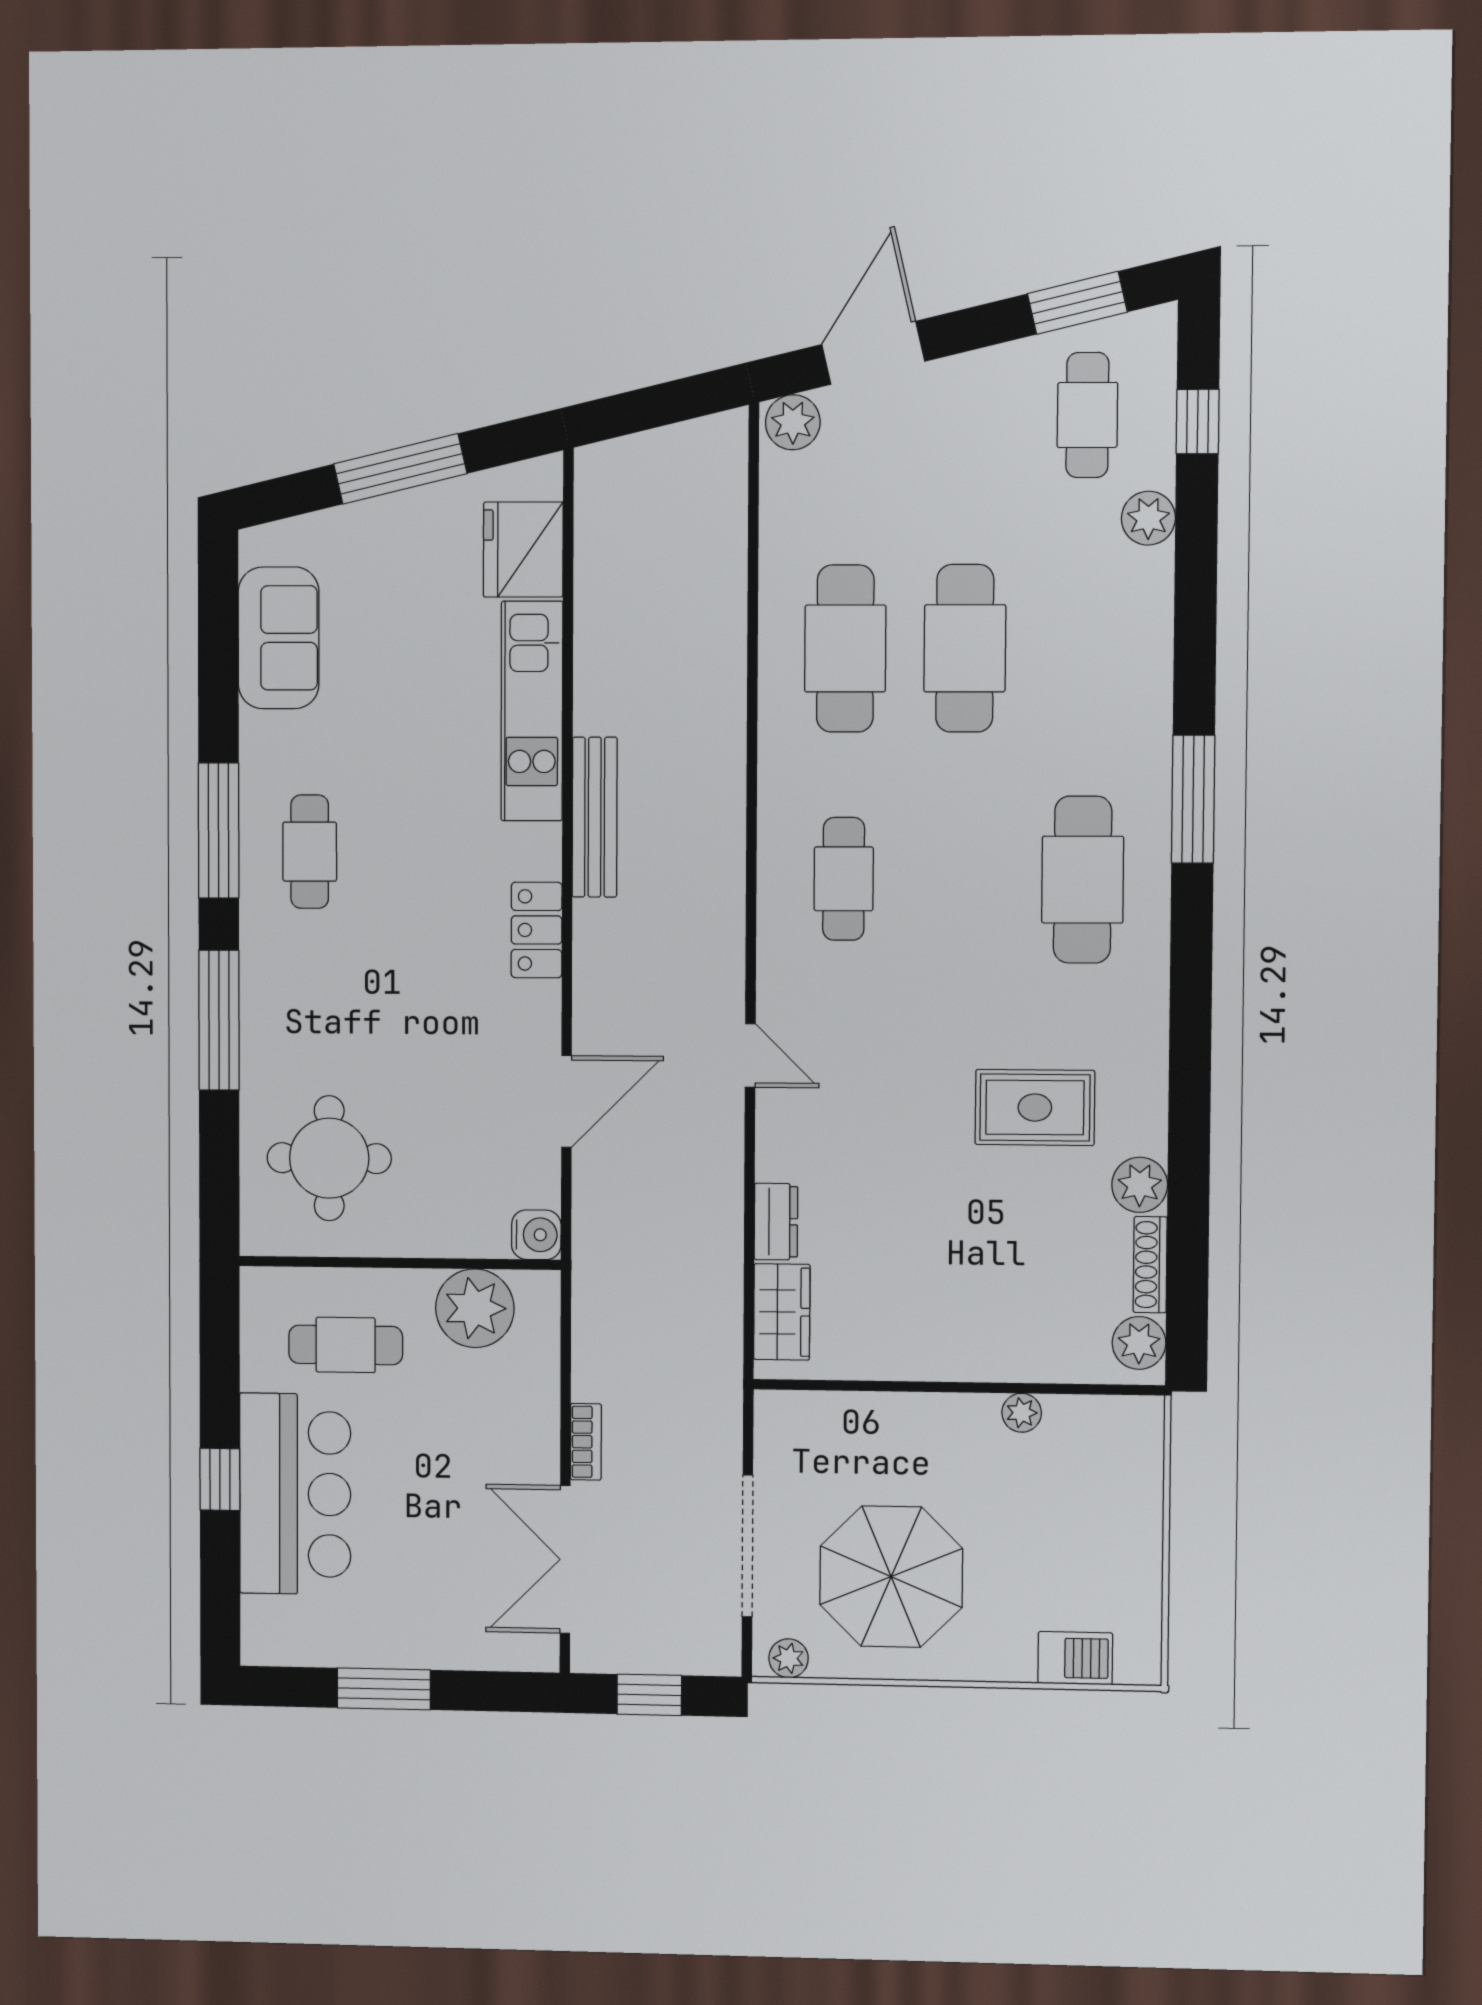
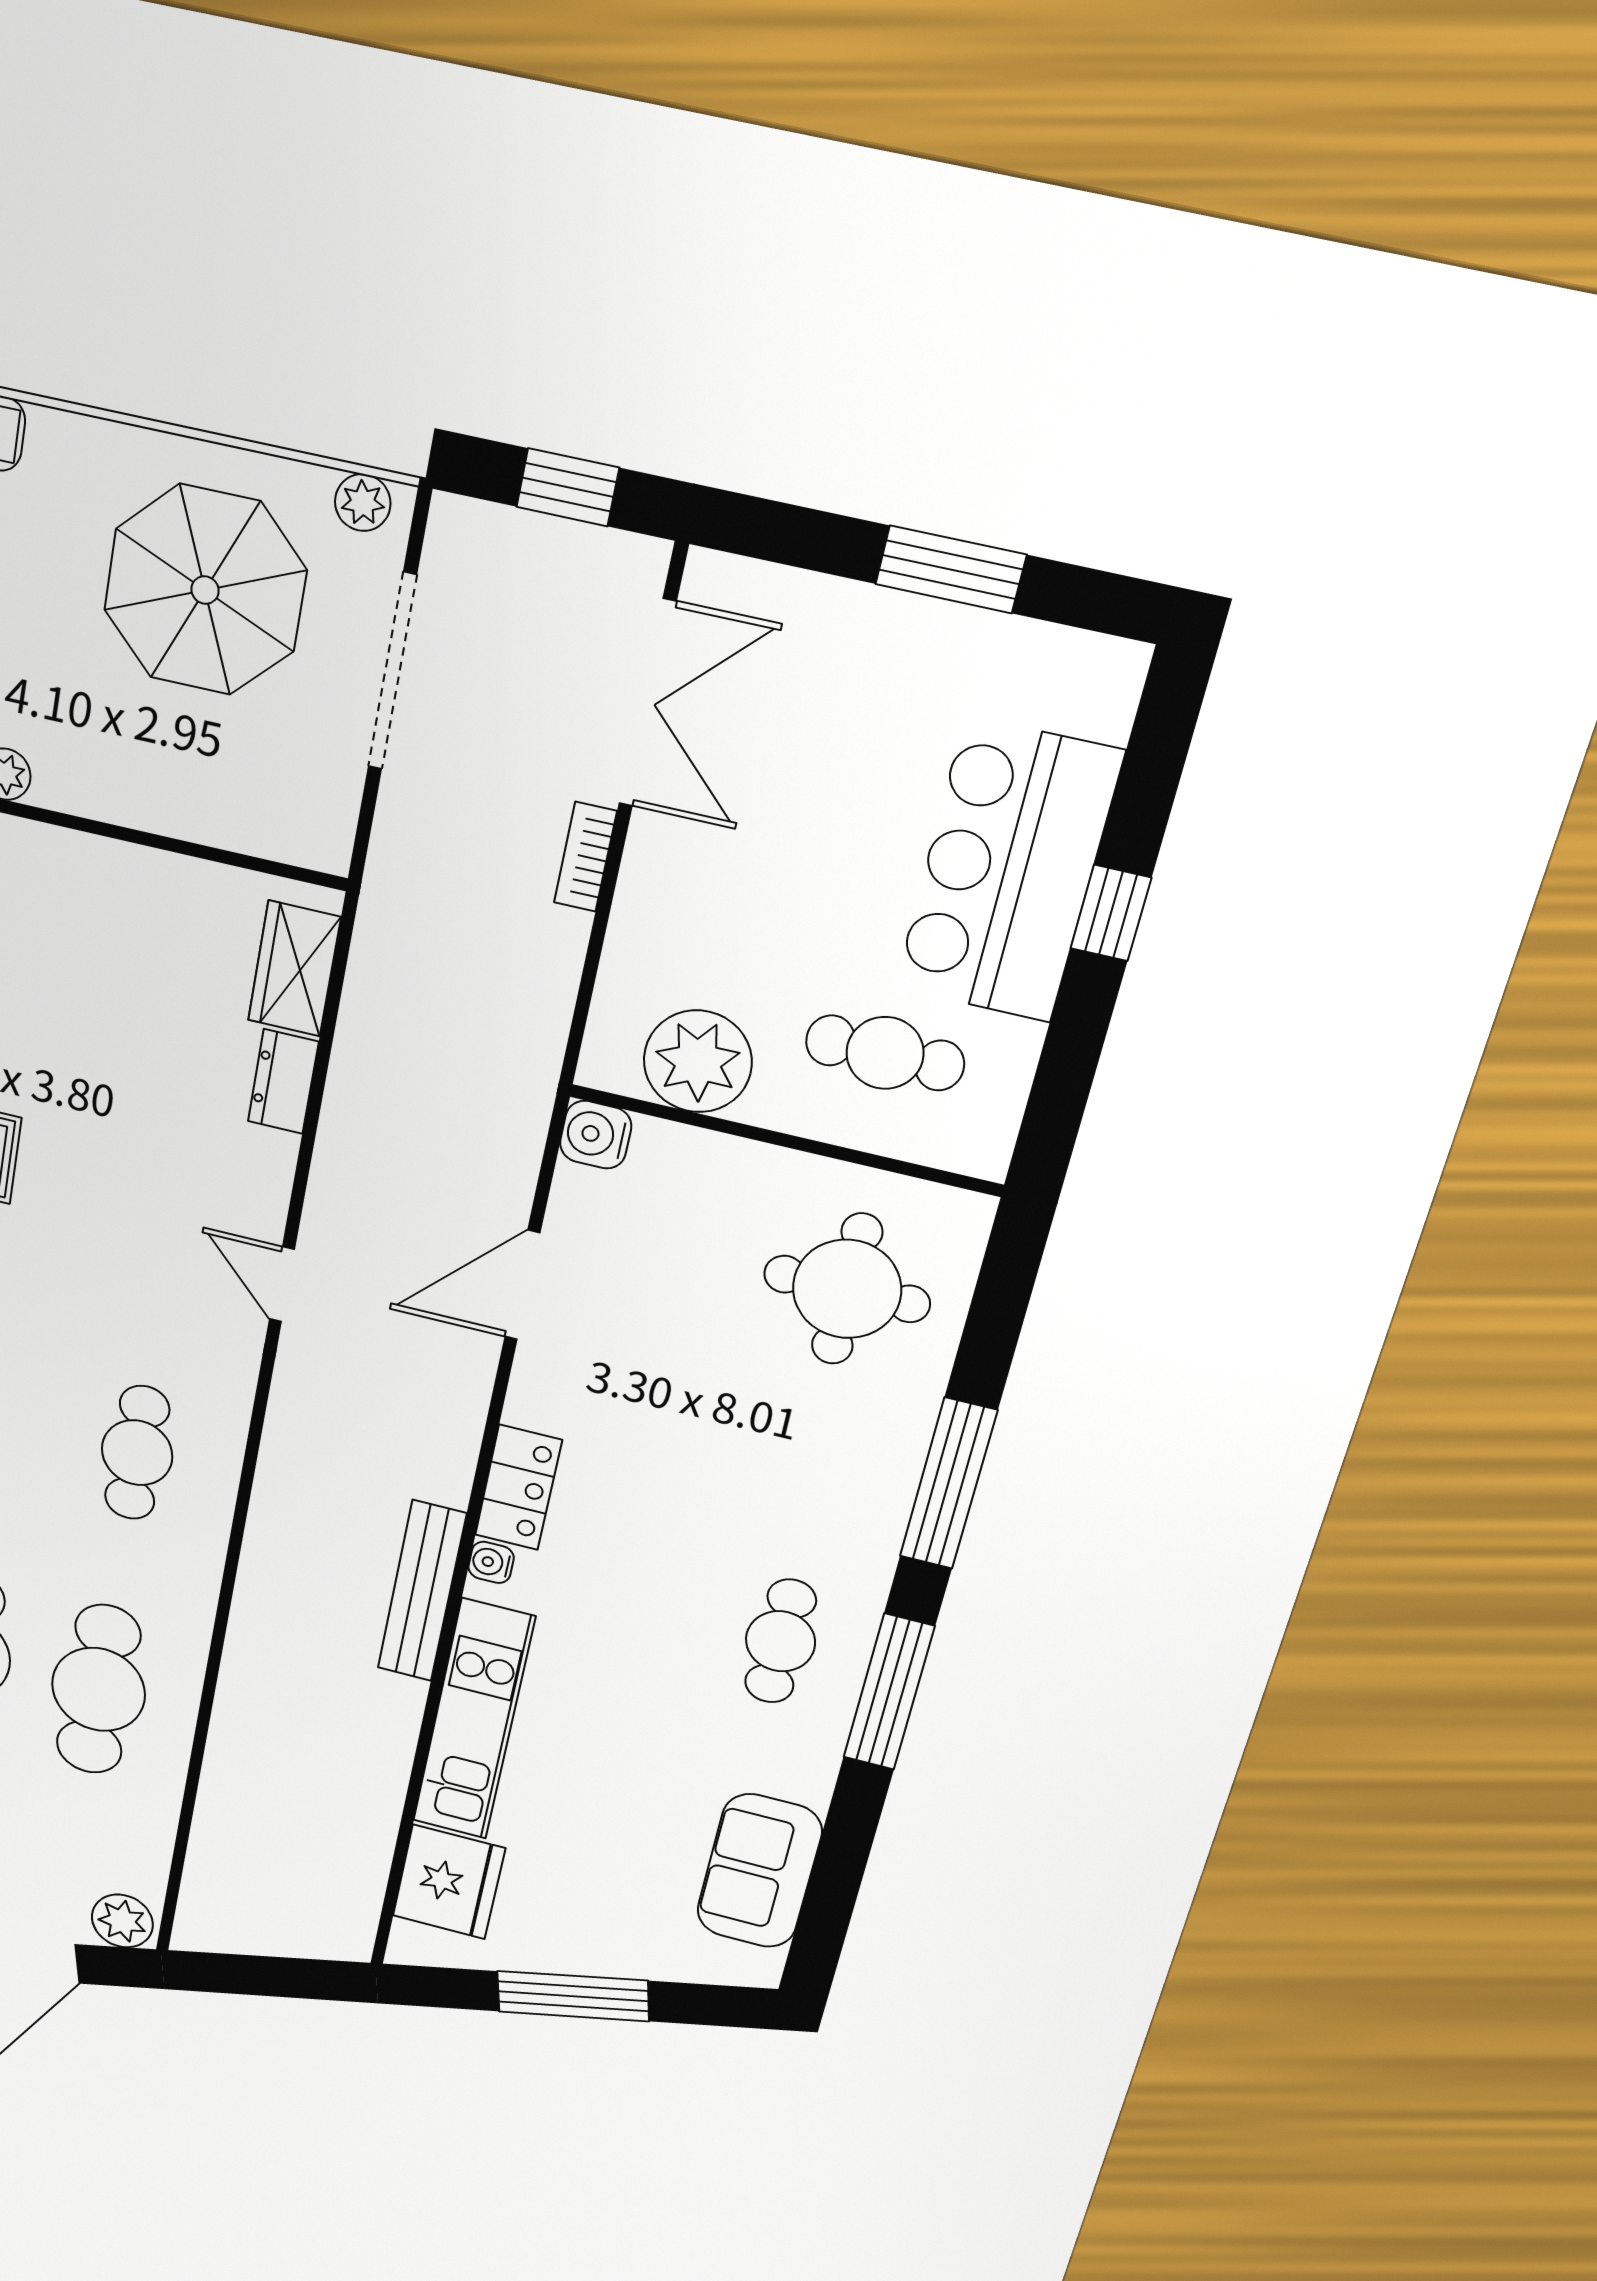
water cooler: (545, 858) -> (491, 1562), added

